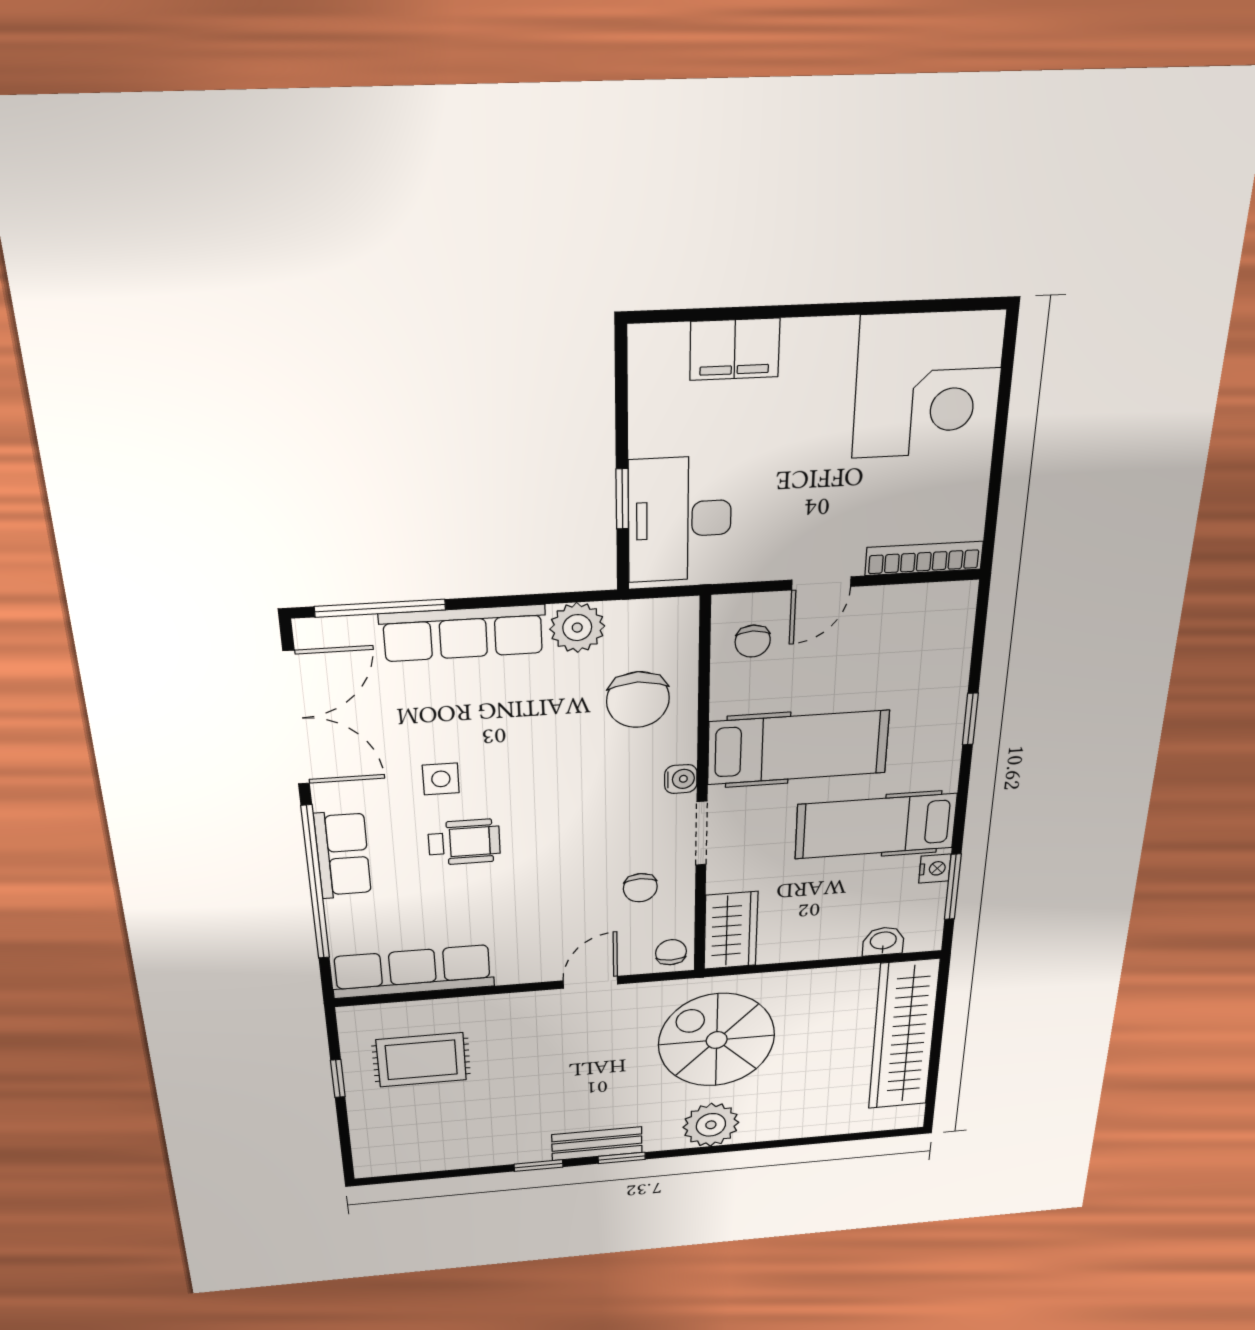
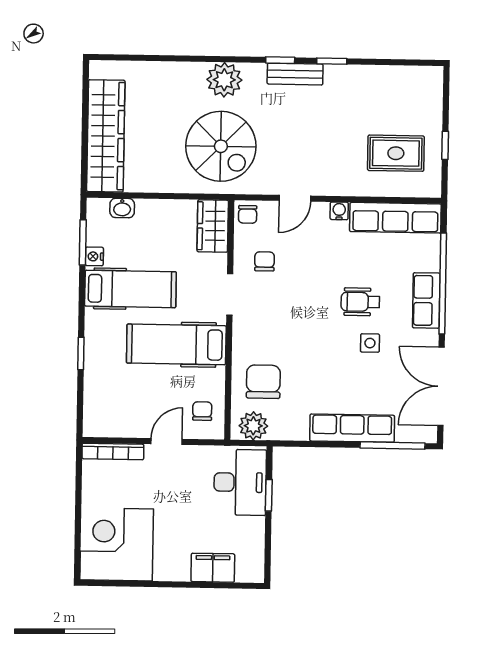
plant: (577, 628) -> (253, 426), moved
water cooler: (681, 779) -> (339, 211), moved, turned 90

